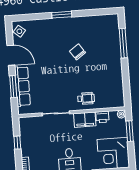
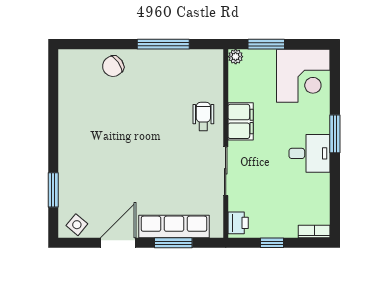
window: (62, 15) -> (53, 190), moved
window: (123, 43) -> (163, 44), moved
chair: (77, 52) -> (113, 66), moved
printer: (102, 117) -> (238, 223), moved

